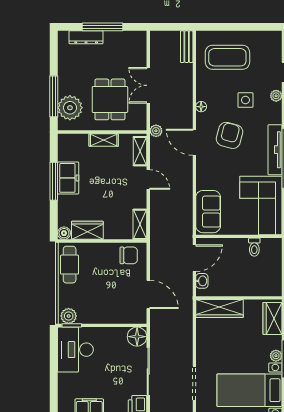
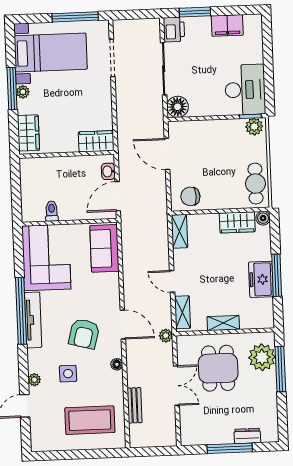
dresser: (86, 37) -> (247, 436), width x0.70
bench: (187, 47) -> (135, 405), moved
wardrobe: (220, 308) -> (96, 141), width x0.67

